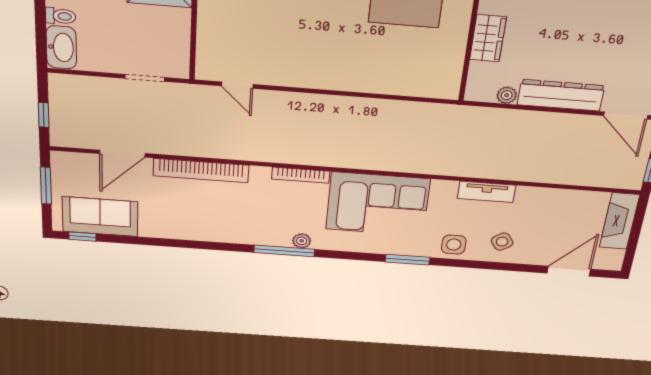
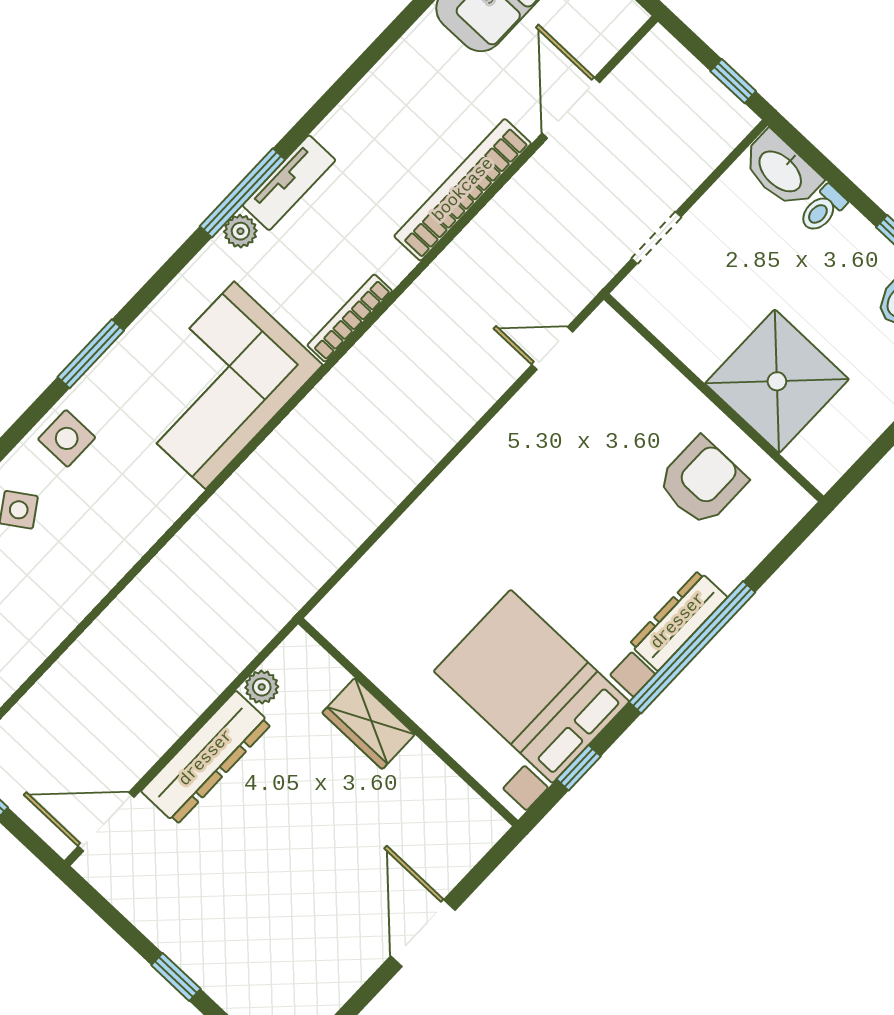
window: (44, 115) -> (733, 81), moved
tv unit: (487, 192) -> (289, 183), moved, turned 180

